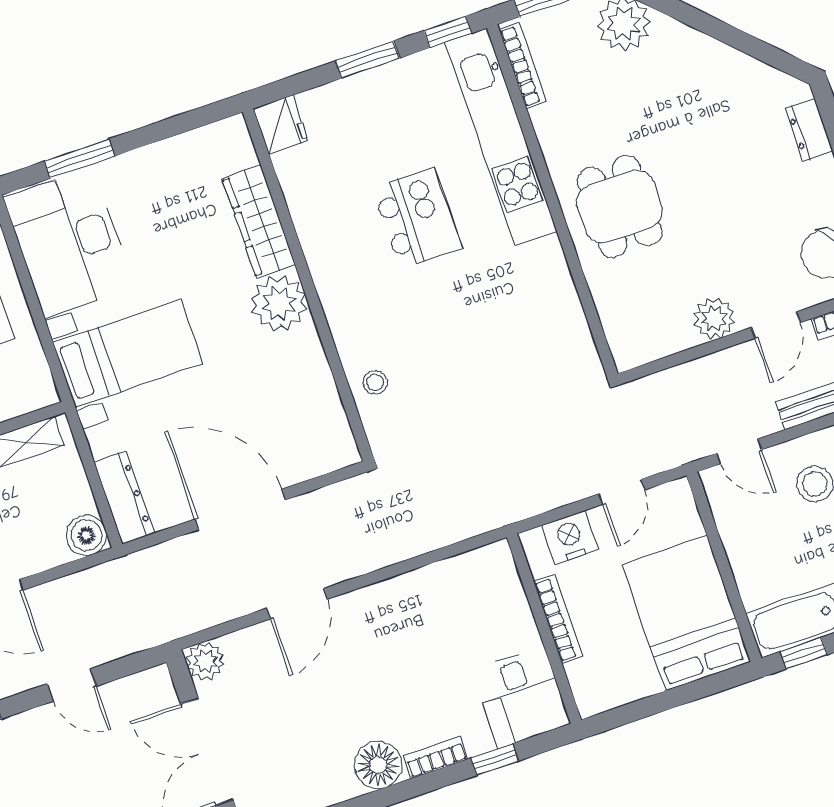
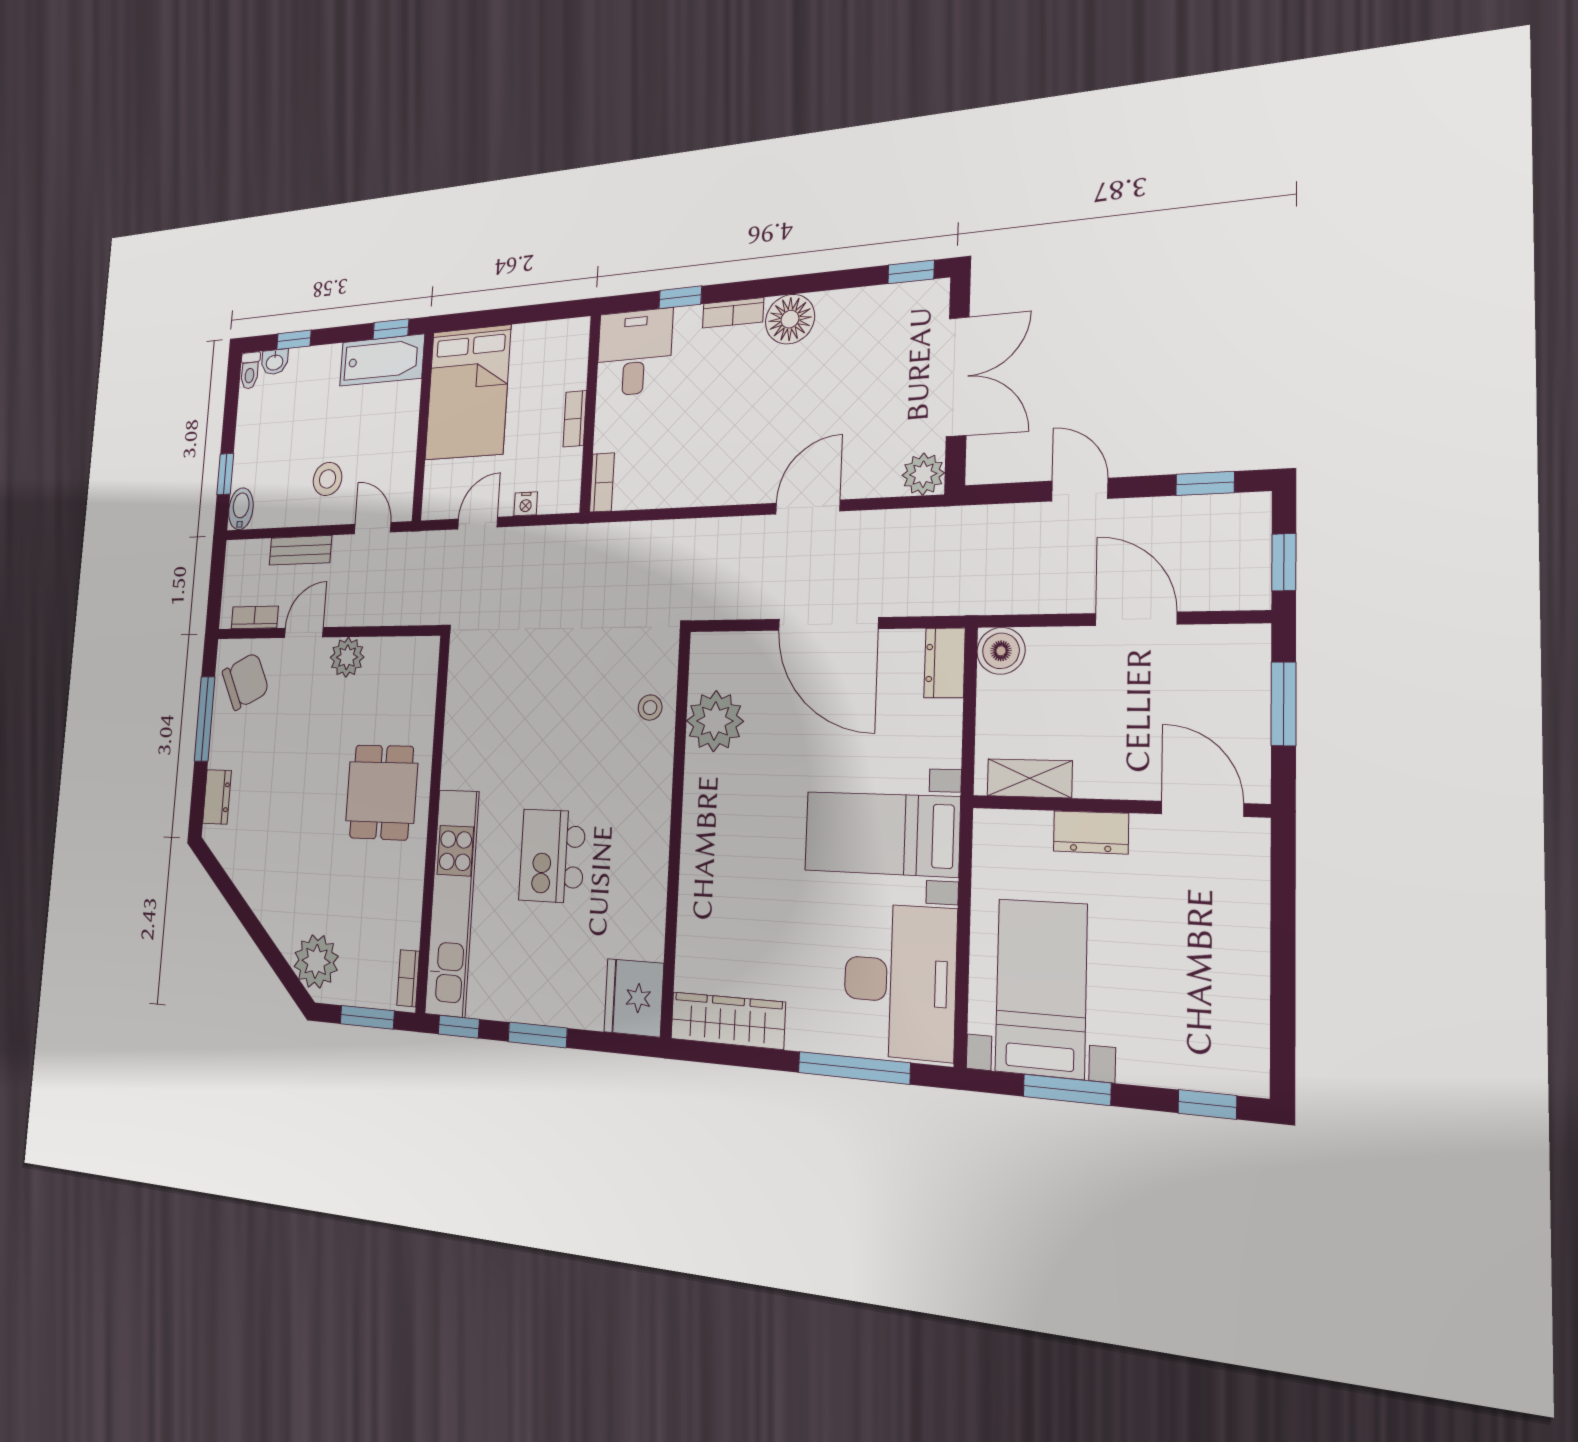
bookcase: (523, 65) -> (408, 978), width x0.64
fridge: (281, 125) -> (634, 998), width x1.36, depth x1.34
window: (80, 159) -> (854, 1068), width x1.44
wardrobe: (259, 221) -> (728, 1021), moved, turned -90
plant: (279, 303) -> (715, 721), moved
dresser: (124, 498) -> (945, 663), width x0.70
nightstand: (570, 537) -> (526, 504), width x0.53, depth x0.56
bookcase: (505, 568) -> (602, 482), added
bookcase: (558, 619) -> (575, 419), width x0.64

